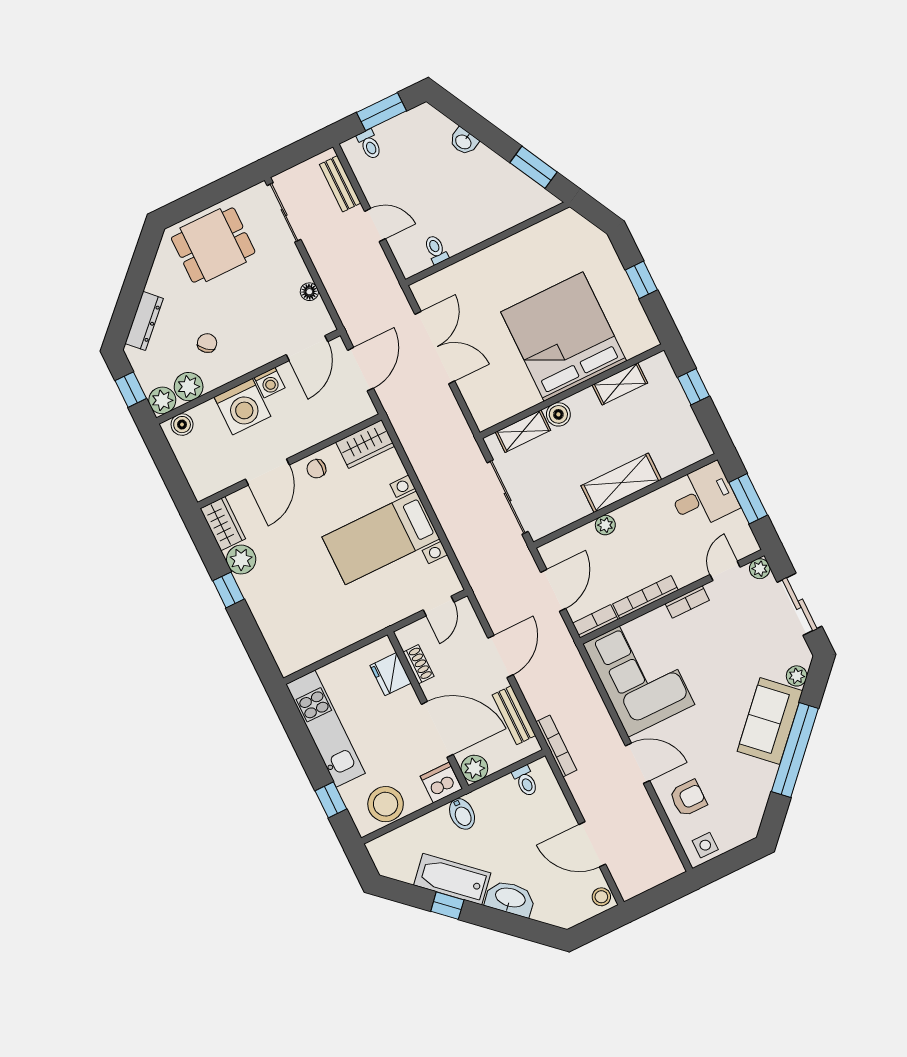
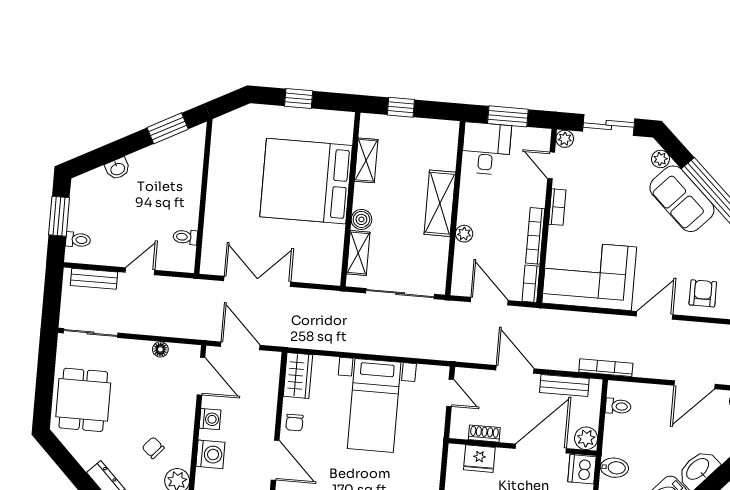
washing machine: (242, 407) -> (210, 454), width x0.73, depth x0.73

